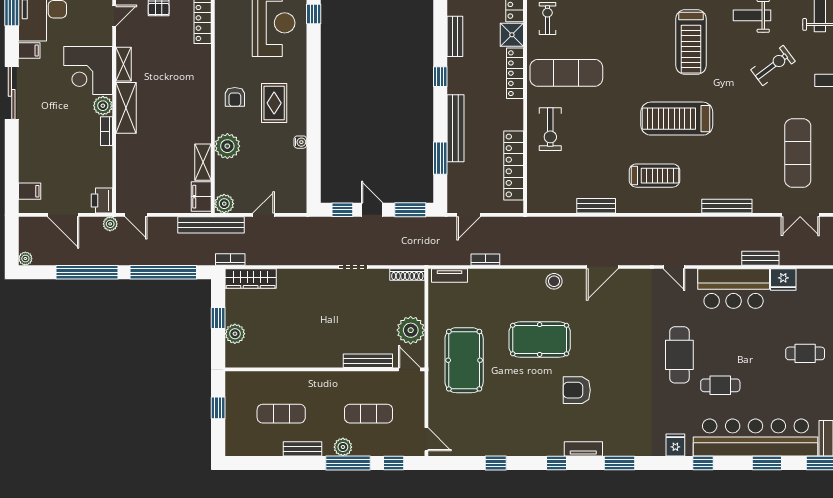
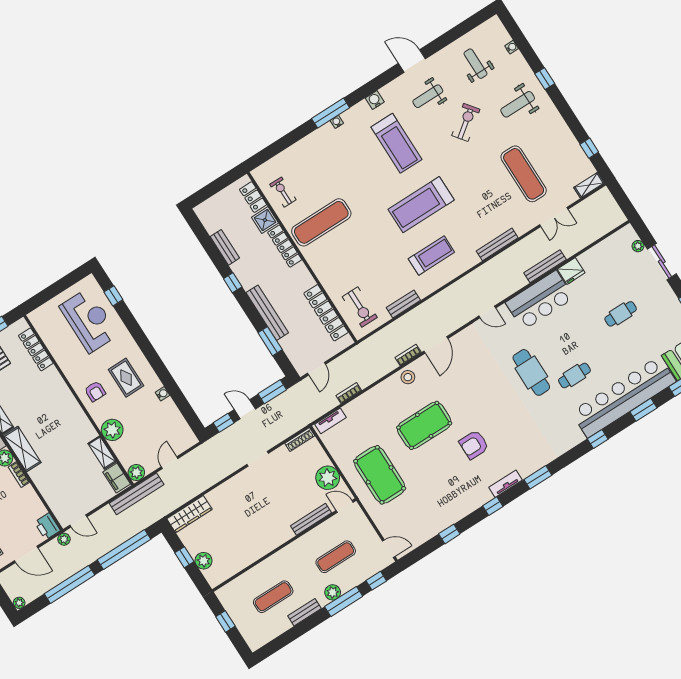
exercise bike: (550, 129) -> (360, 307), moved
bench: (760, 258) -> (545, 266), width x1.36
bookcase: (230, 259) -> (408, 355), moved
fridge: (675, 445) -> (570, 439), removed

